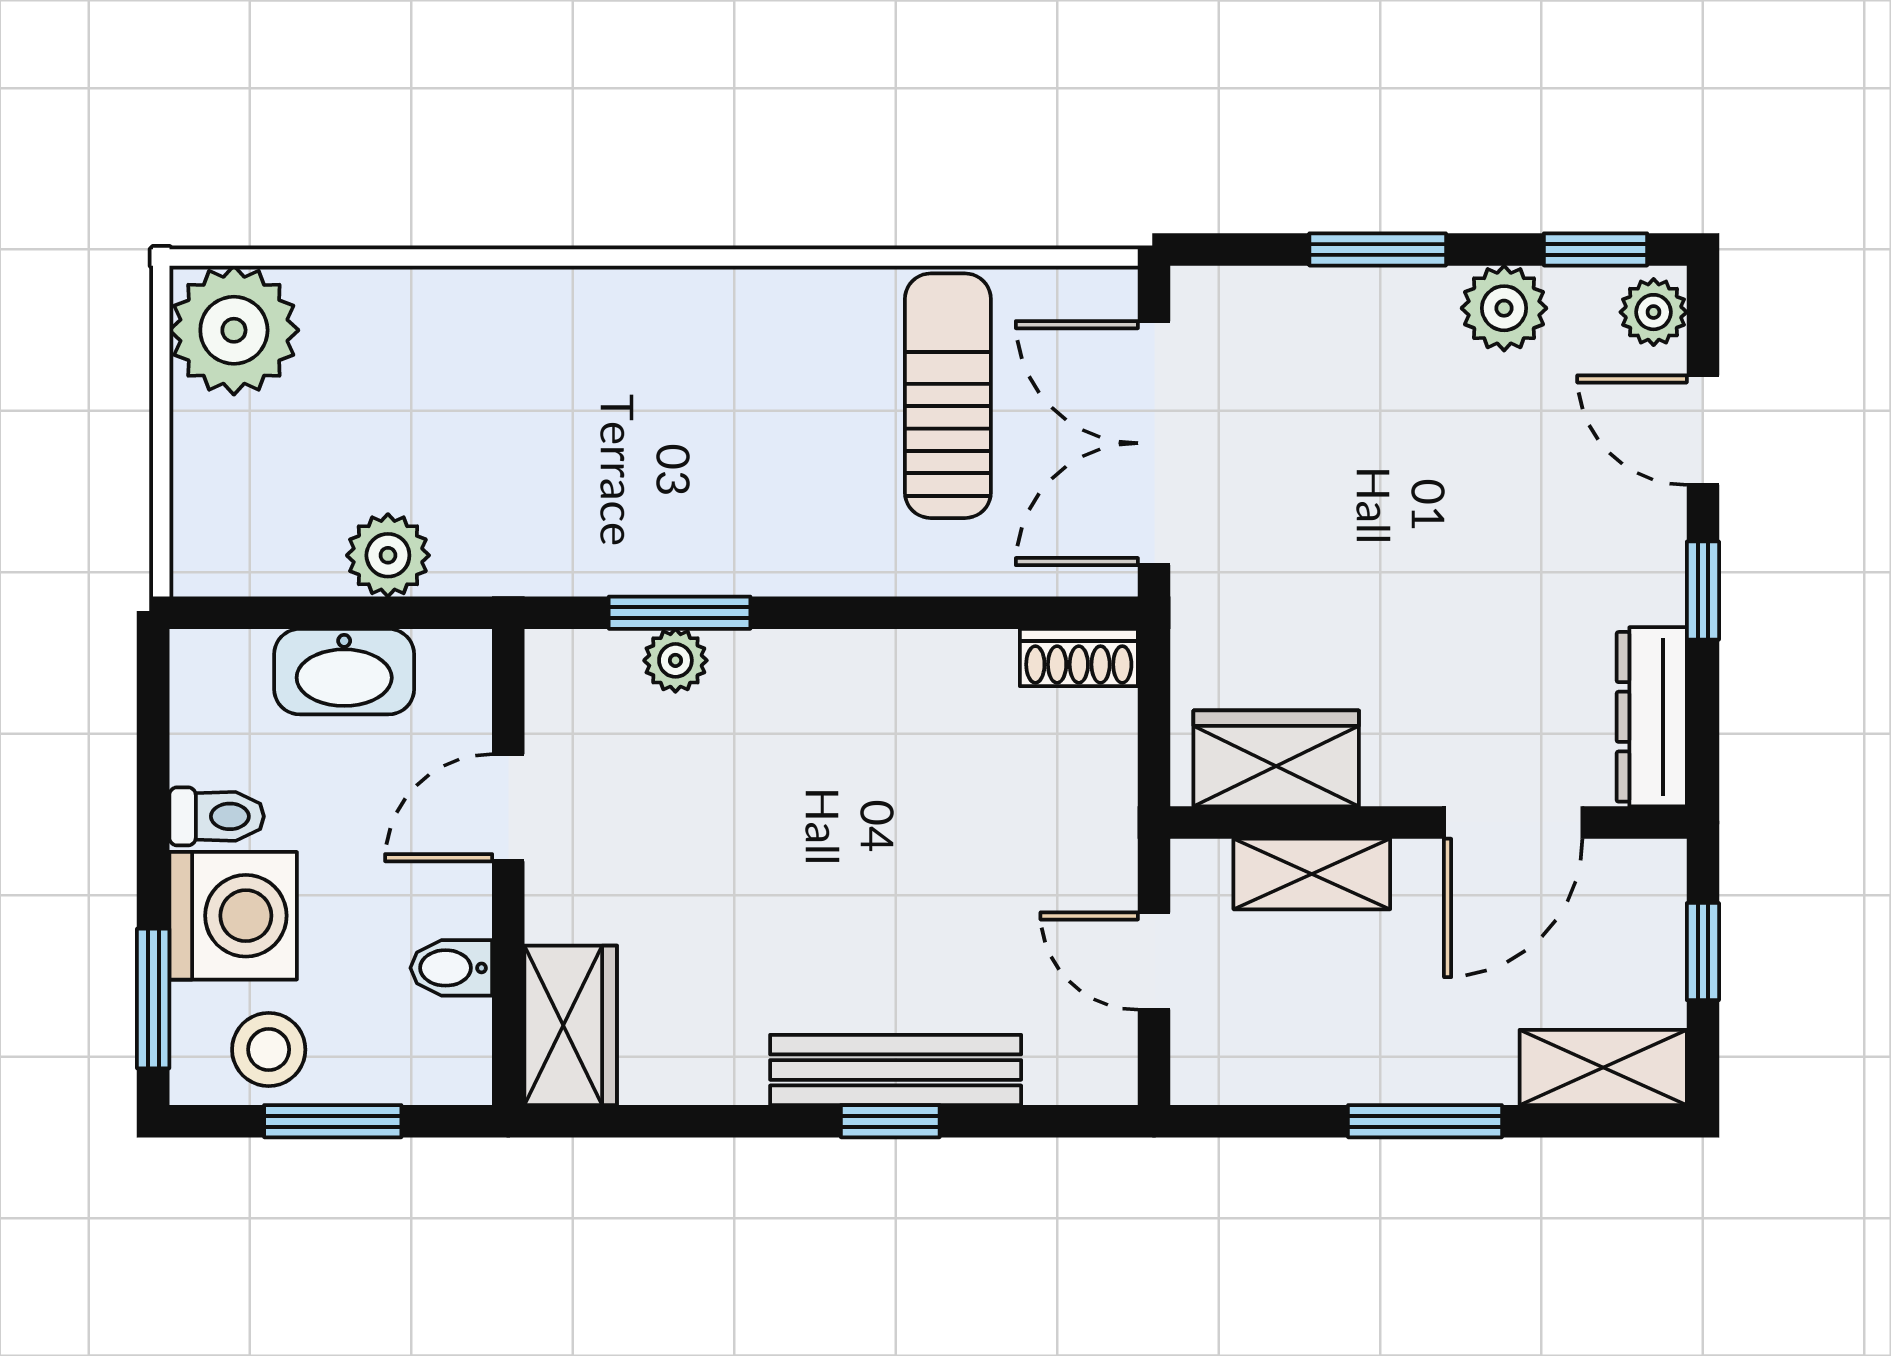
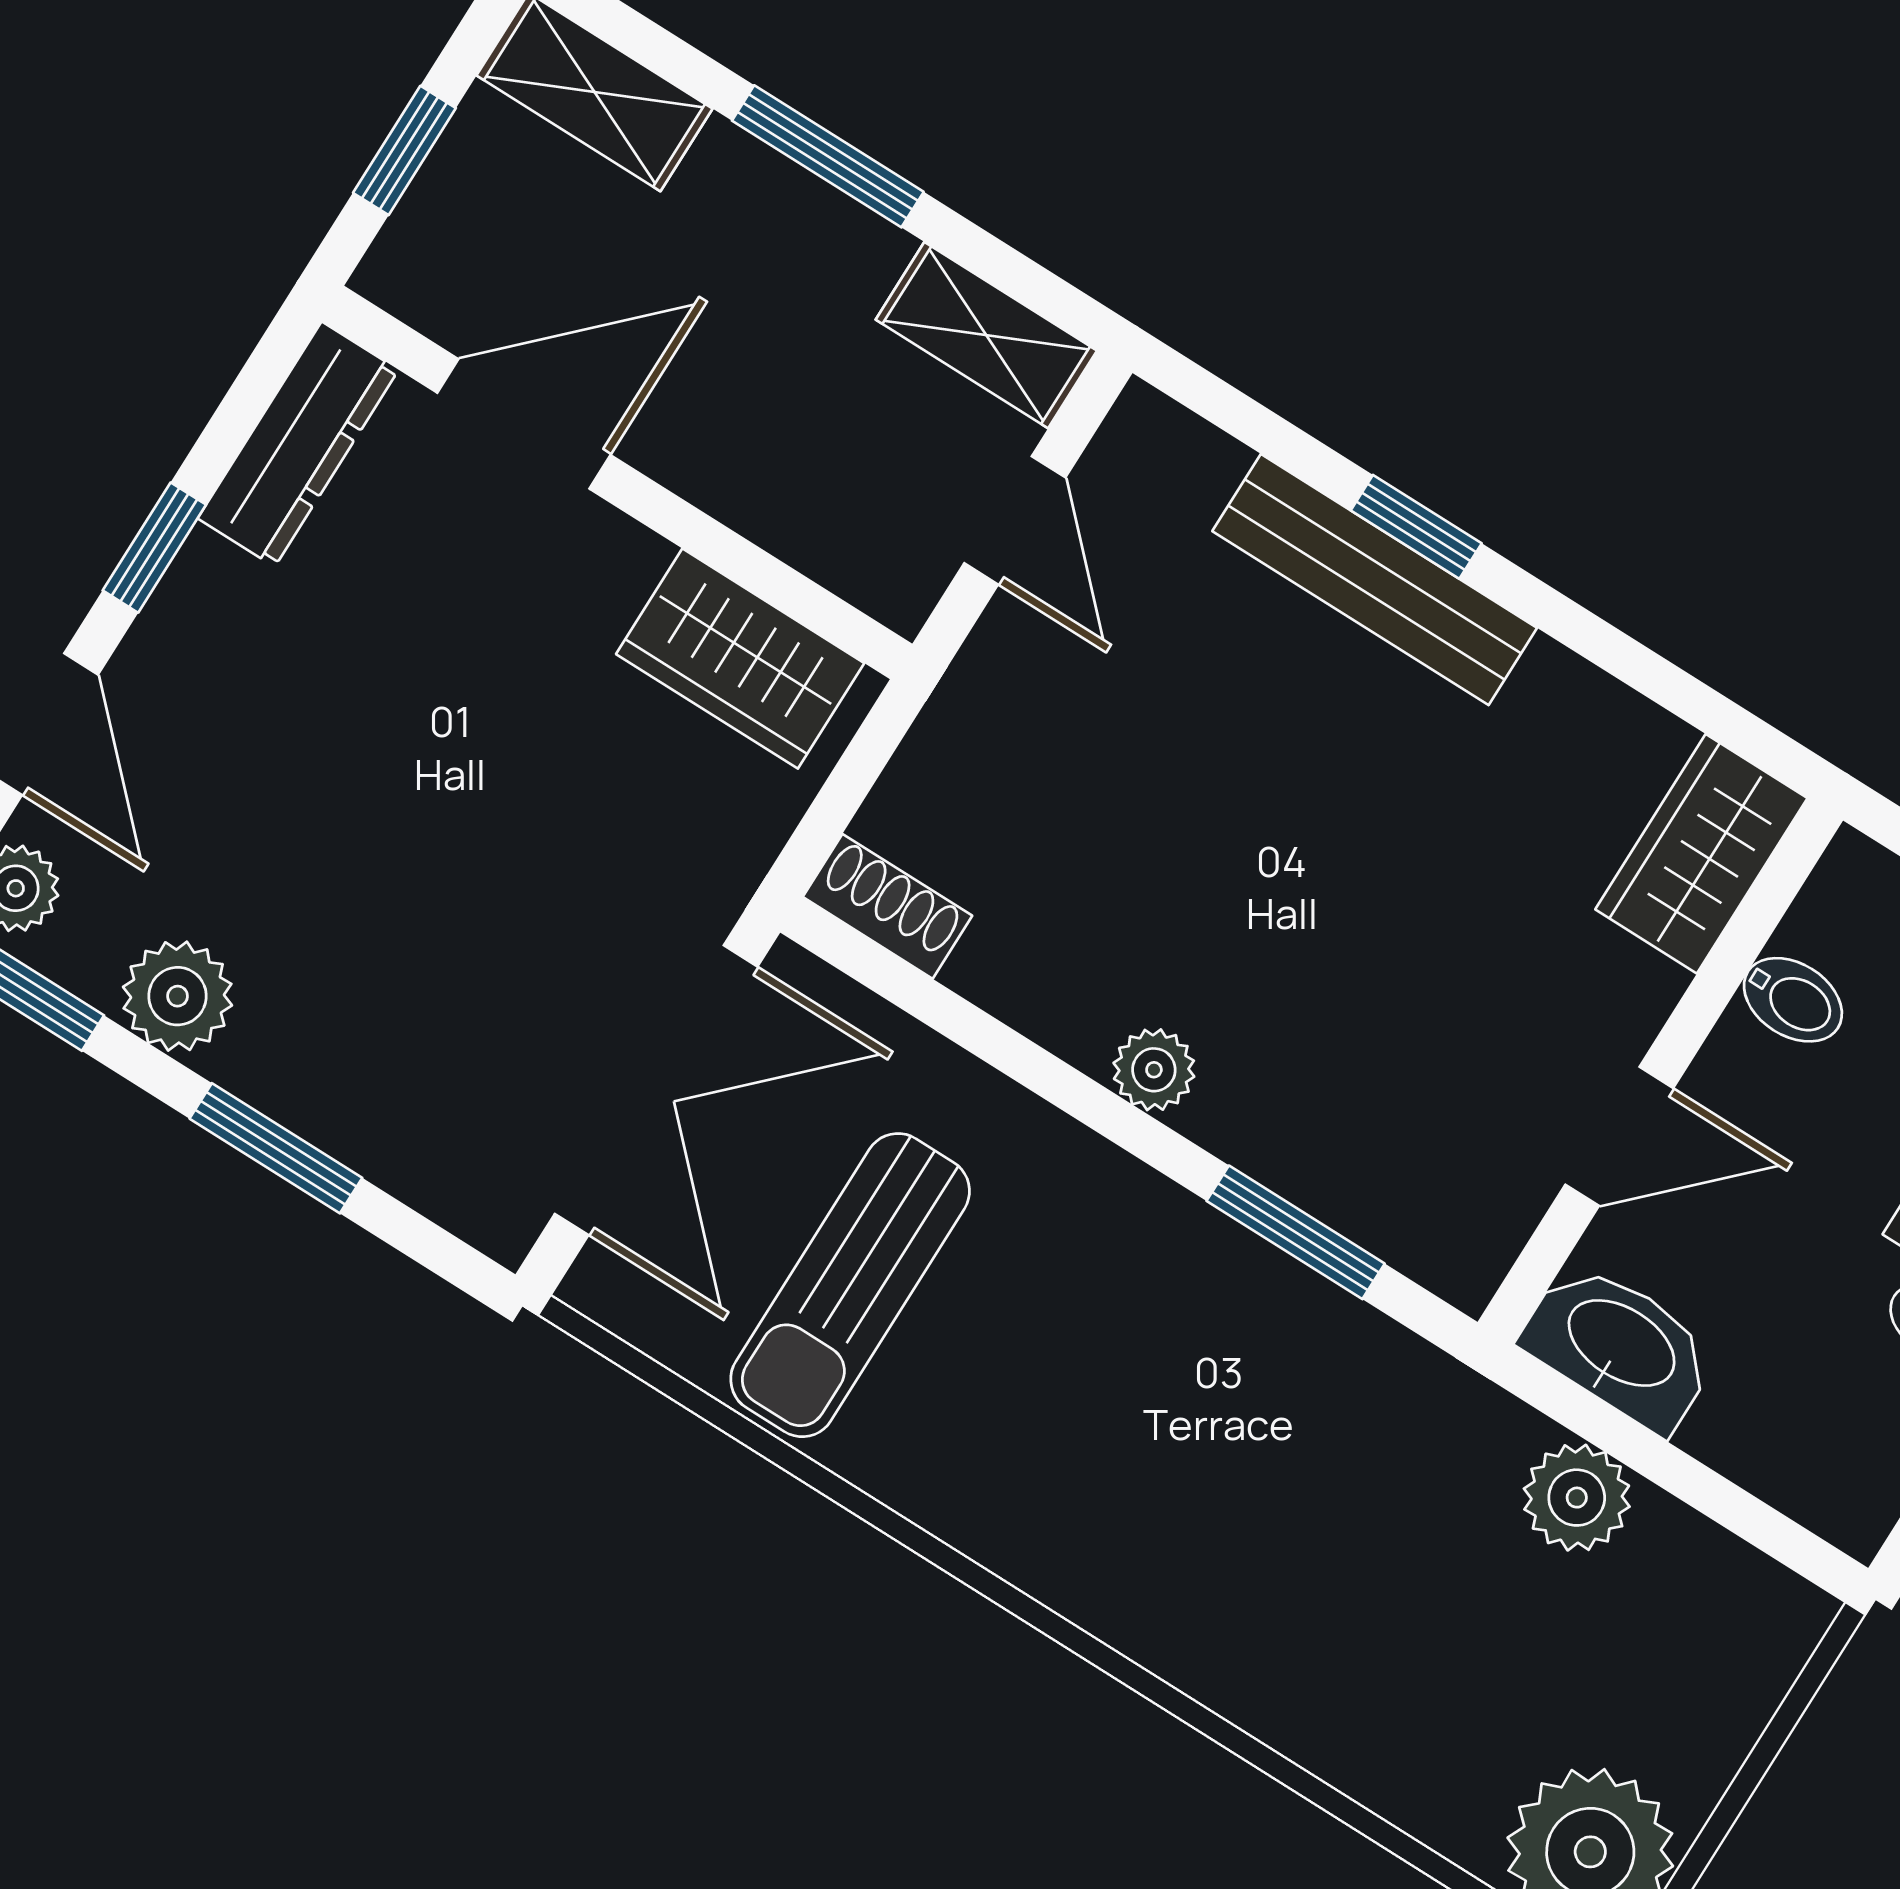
plant: (675, 660) -> (1154, 1070), moved
washbasin: (344, 672) -> (1620, 1346), moved
shelving: (1312, 874) -> (986, 335), moved

